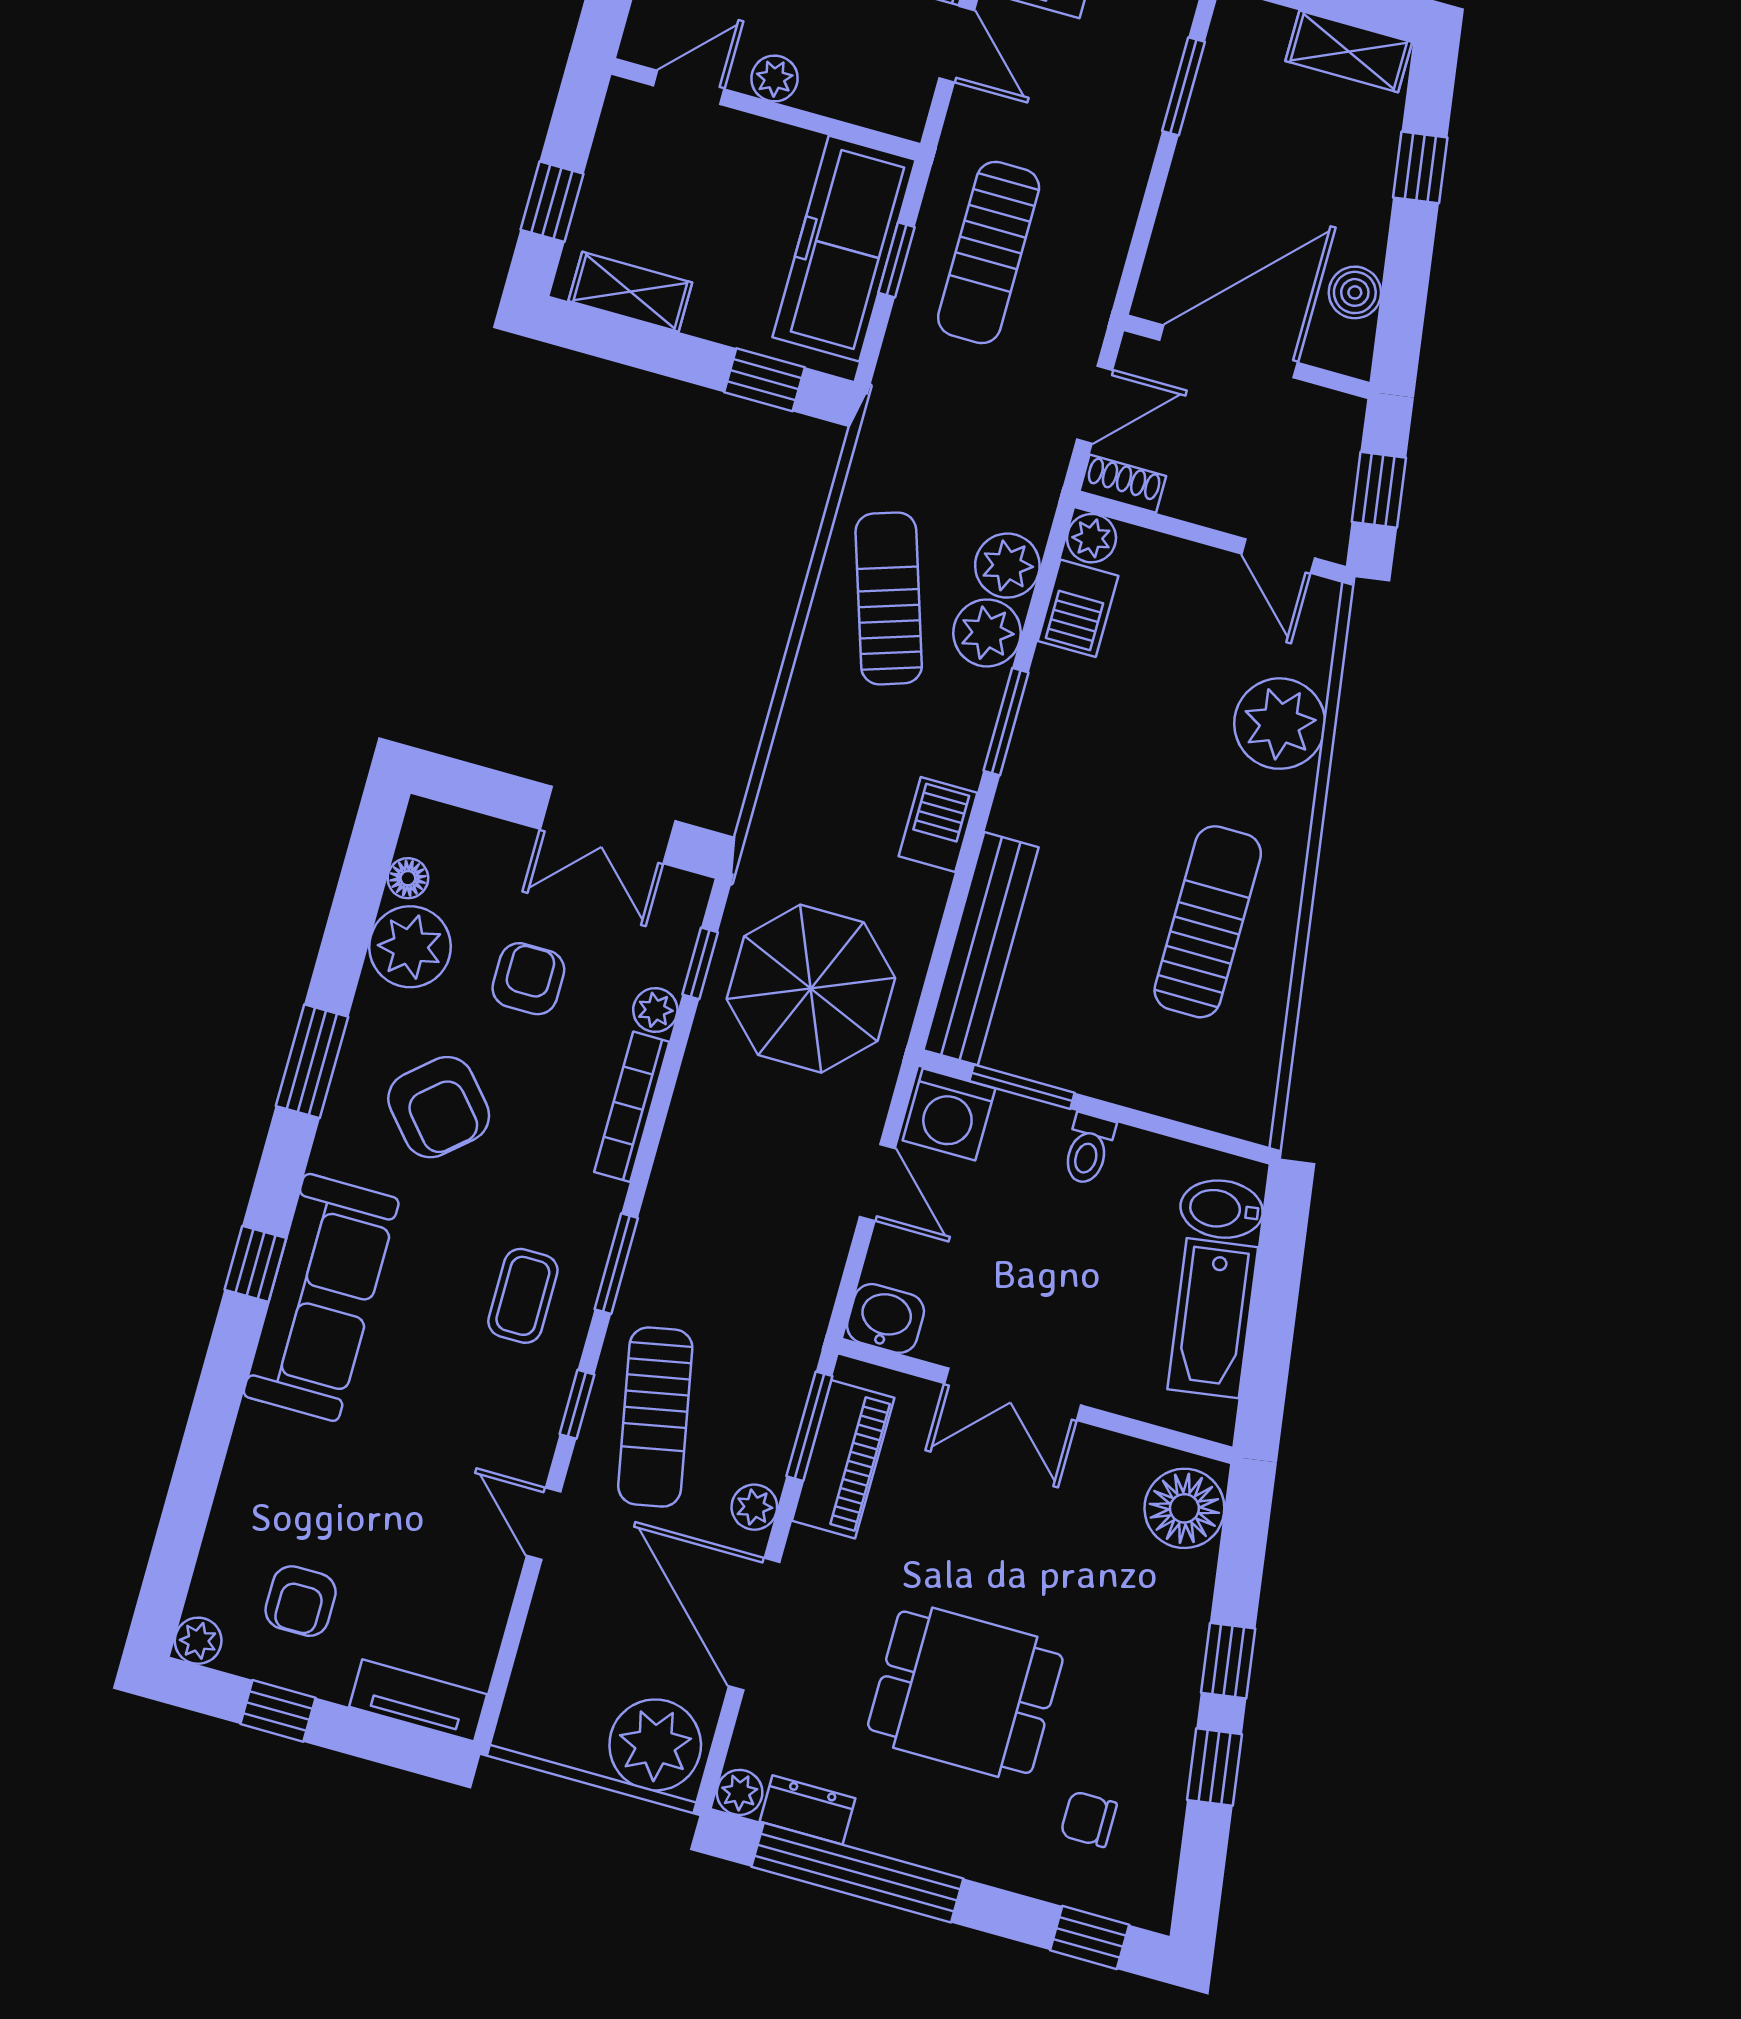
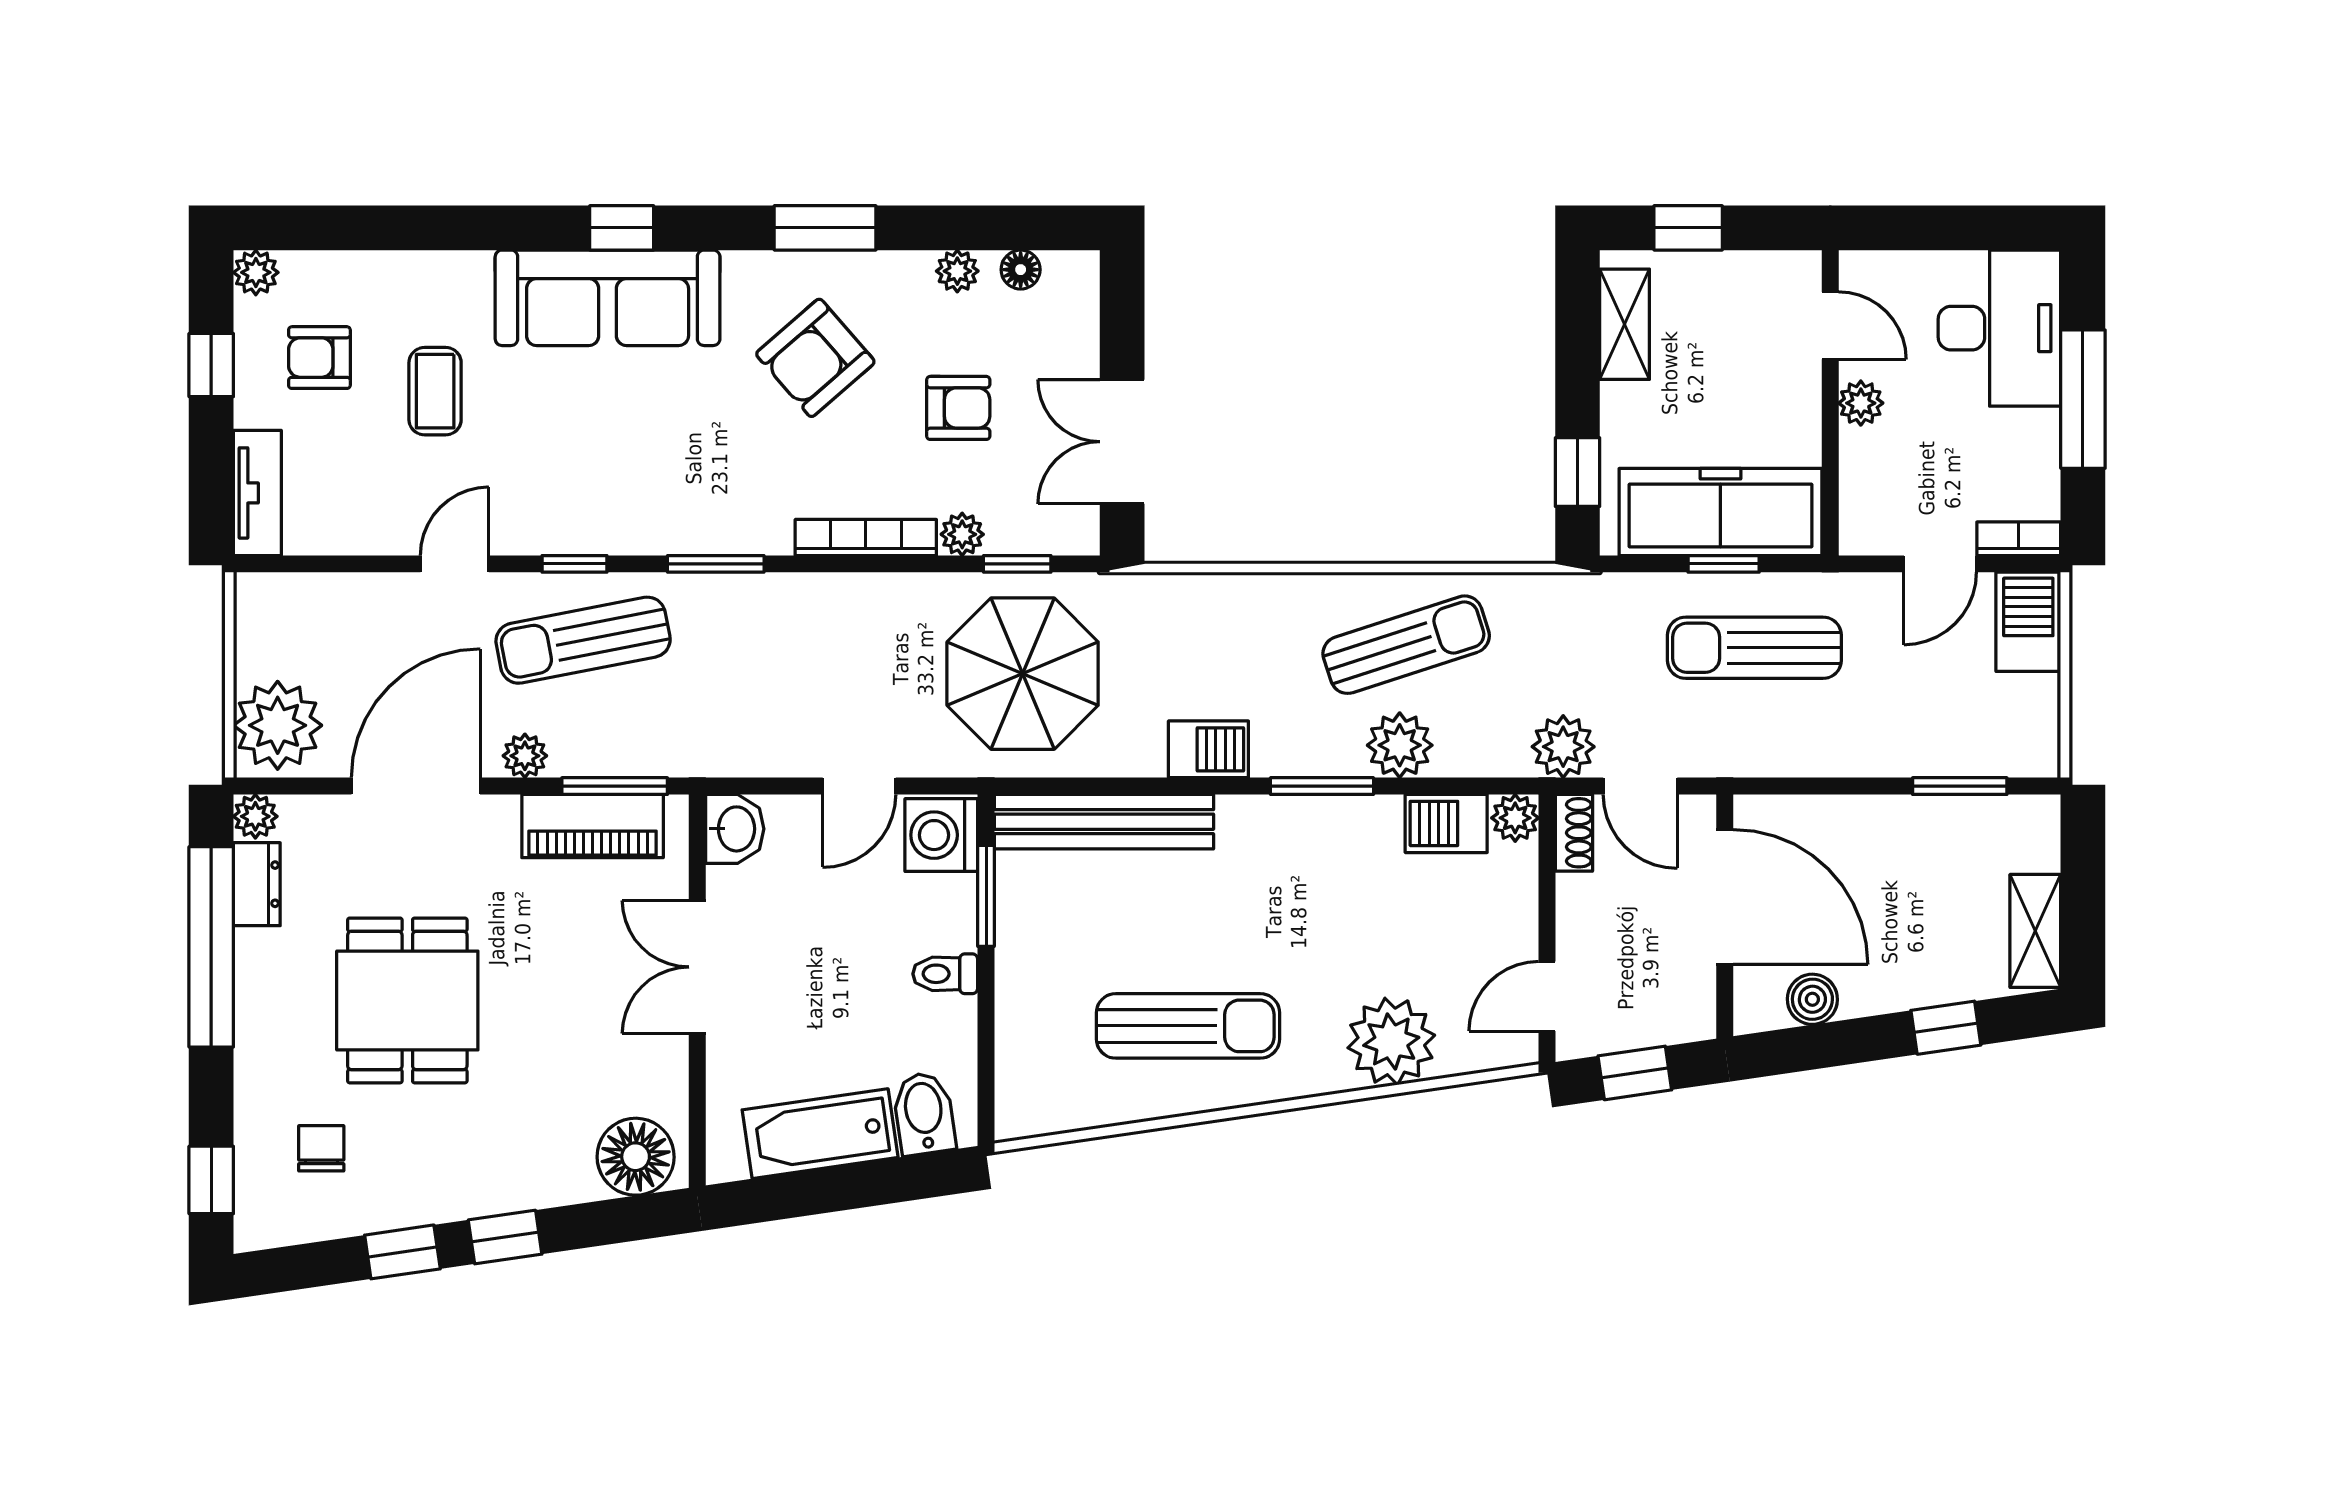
plant: (1007, 566) -> (1563, 747), moved
plant: (410, 947) -> (957, 271), width x0.53, depth x0.53
coffee table: (523, 1296) -> (435, 391), moved, turned 90

